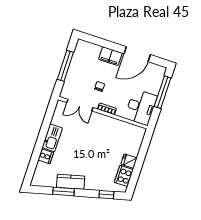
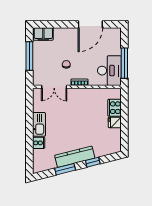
filing cabinet: (110, 56) -> (43, 34), moved
window: (163, 92) -> (124, 63), moved
cooker: (124, 176) -> (114, 108), moved
kitchen counter: (71, 182) -> (75, 157), width x1.50
window: (106, 195) -> (93, 162), moved

